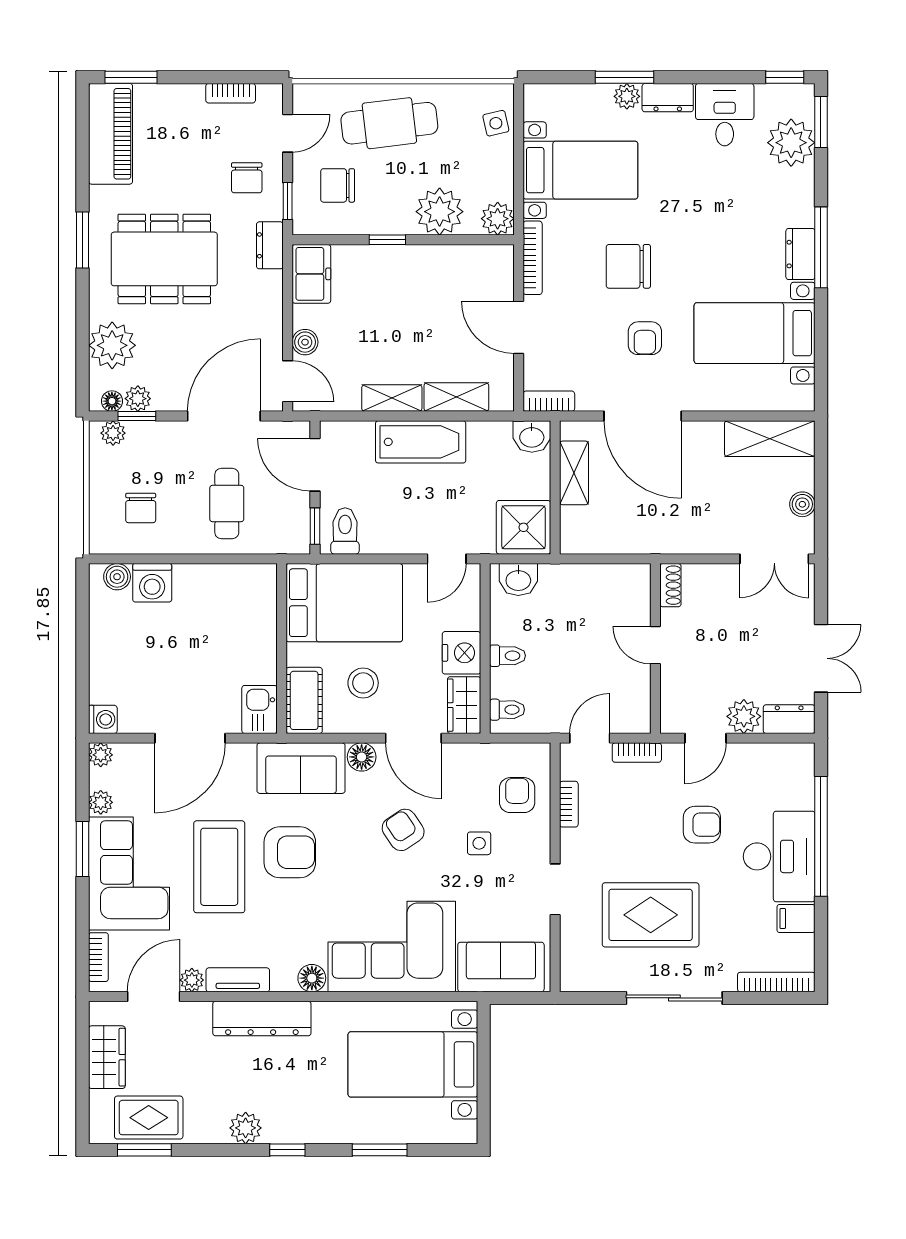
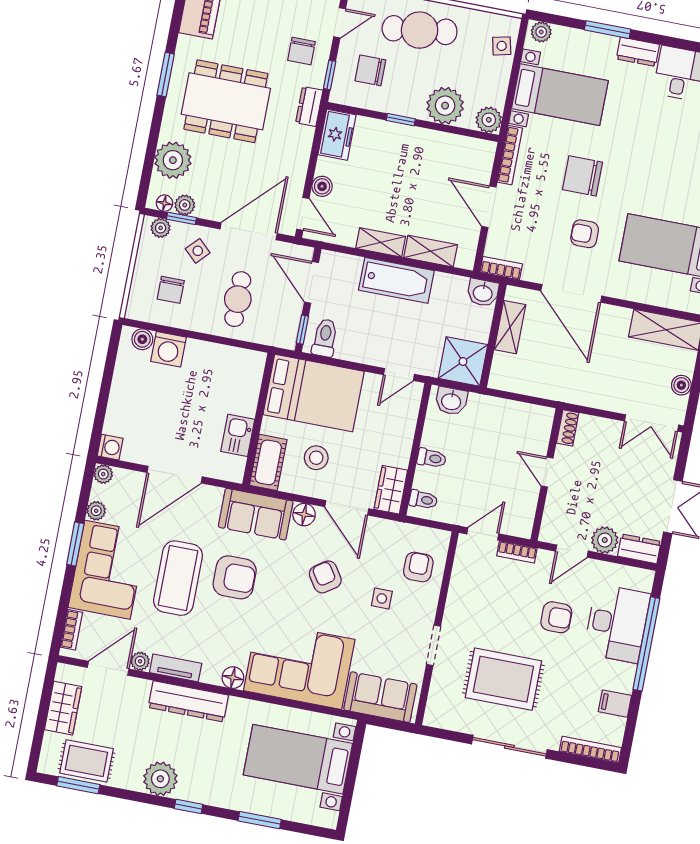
plant: (627, 96) -> (541, 32), moved
armchair: (645, 338) -> (585, 234), turned 90
side table: (165, 453) -> (198, 251), added
nightstand: (461, 653) -> (397, 449), removed
kitchen sink: (259, 709) -> (238, 435), moved
bookcase: (569, 804) -> (457, 582), removed
desk: (779, 856) -> (617, 624), moved
plant: (246, 1128) -> (160, 779), width x1.36, depth x1.36

